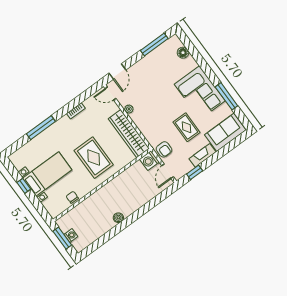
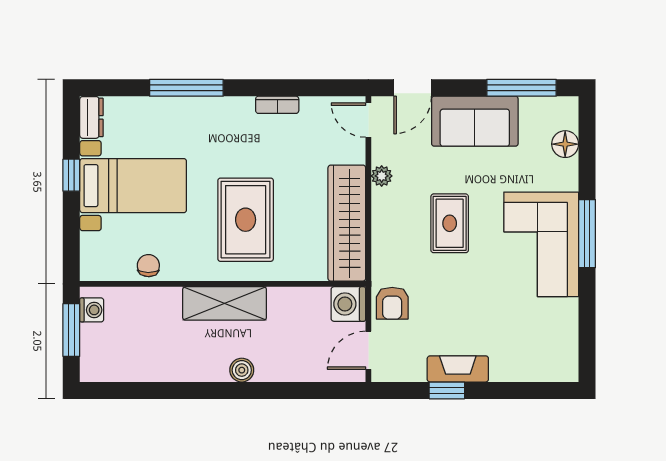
window: (226, 96) -> (587, 234), moved
rug: (187, 127) -> (450, 223), moved
sofa: (225, 132) -> (475, 121), moved, turned 180
dresser: (16, 161) -> (91, 117), added
window: (195, 172) -> (447, 390), moved
shelving: (107, 191) -> (225, 303), added
boiler: (118, 218) -> (242, 370), moved
washing machine: (71, 236) -> (92, 310), moved

